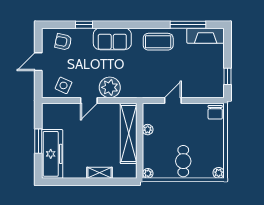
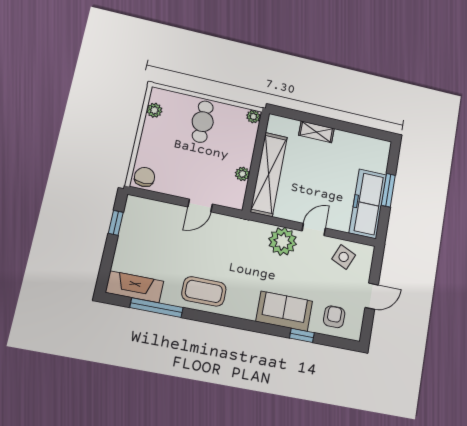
sofa: (112, 39) -> (284, 311), moved
armchair: (63, 42) -> (334, 317), turned -102
freezer: (52, 154) -> (368, 204), moved
plant: (219, 173) -> (154, 110), moved

